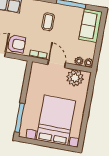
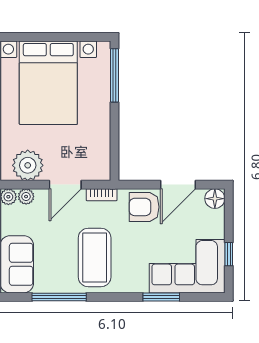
coffee table: (48, 22) -> (95, 257), width x1.86, depth x1.72
door: (57, 64) -> (65, 185), hinge flipped

